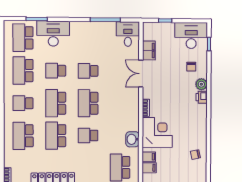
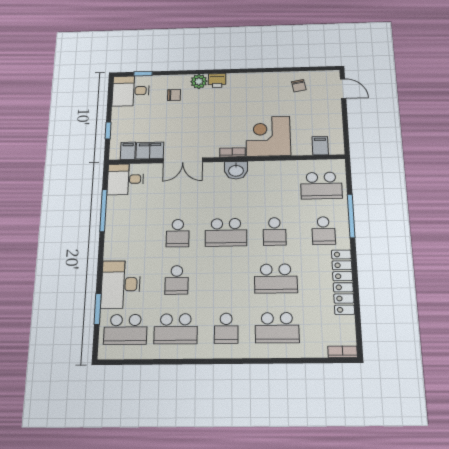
desk: (191, 36) -> (131, 91), width x0.73
school desk: (56, 103) -> (324, 231), moved, width x0.54
washbasin: (132, 139) -> (236, 170), moved
filing cabinet: (149, 157) -> (128, 151), moved

